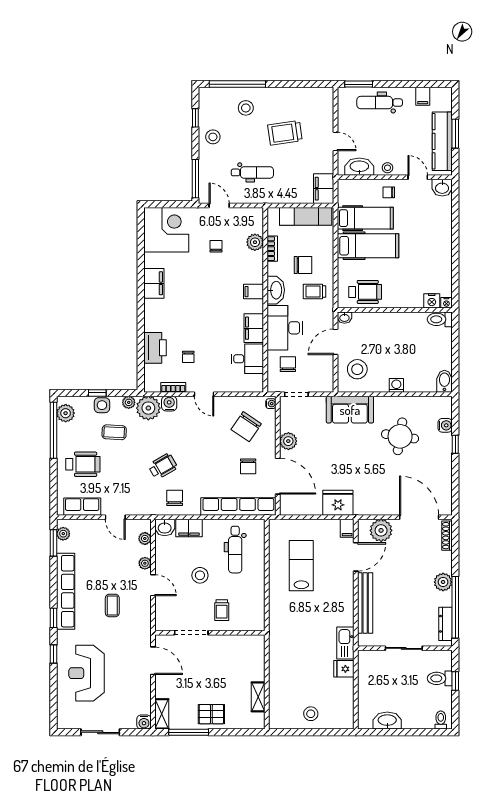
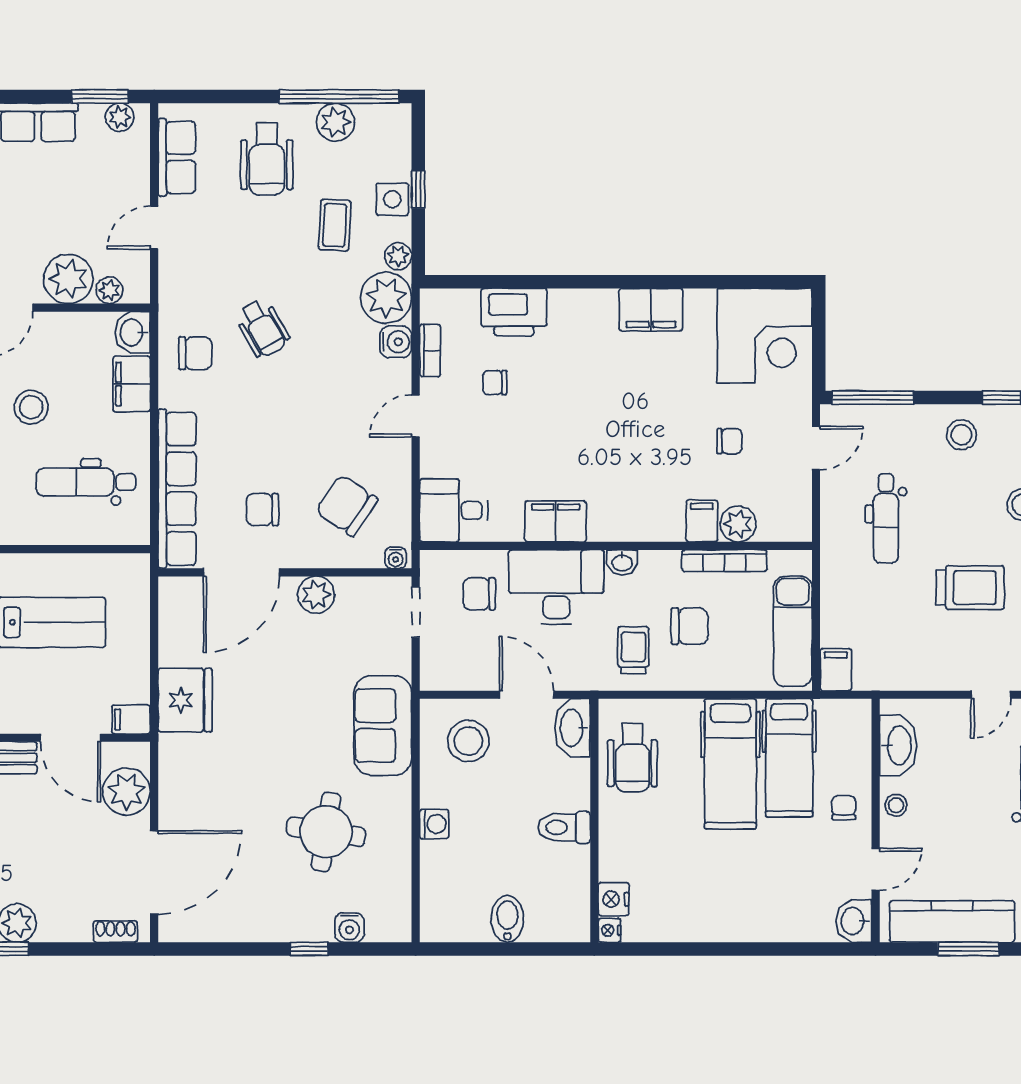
trolley: (285, 133) -> (970, 588), turned 98
door: (335, 141) -> (991, 695), moved
filing cabinet: (324, 189) -> (836, 670), width x0.50
bookcase: (272, 249) -> (724, 561), width x1.56
chair: (303, 265) -> (690, 626), turned -90
washbasin: (276, 290) -> (622, 562), width x0.52, depth x0.69
filing cabinet: (254, 292) -> (702, 521), moved
washbasin: (344, 318) -> (573, 728), width x1.91, depth x1.45
toilet: (440, 319) -> (564, 827), moved, turned -90
desk: (247, 359) -> (454, 510), moved, turned 90
chair: (288, 364) -> (479, 594), turned 180
bidet: (444, 381) -> (507, 919), moved, turned -90
plant: (66, 413) -> (335, 122), moved
shoe rack: (447, 536) -> (115, 932), width x0.70
plant: (145, 563) -> (68, 279), width x1.88, depth x1.88

